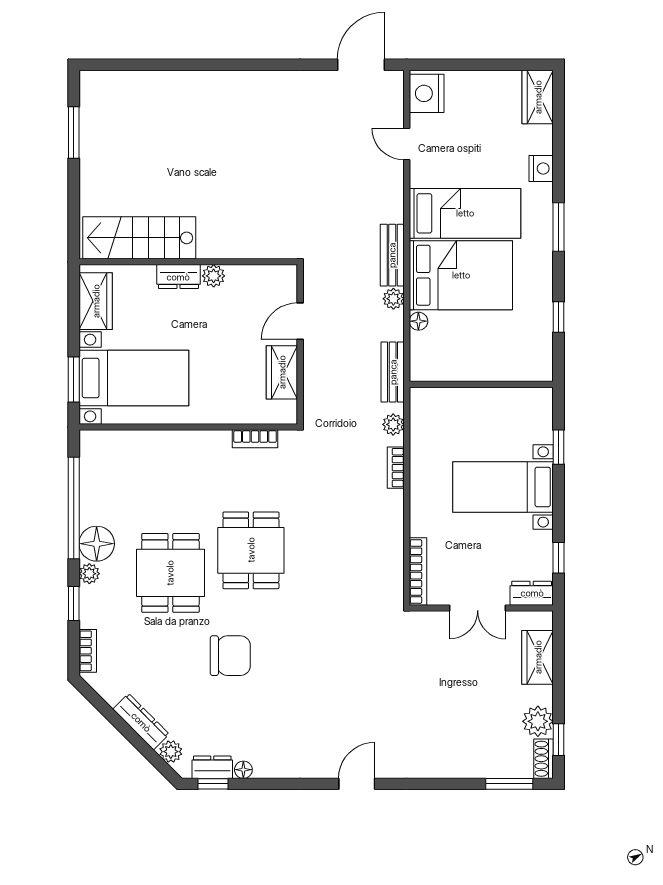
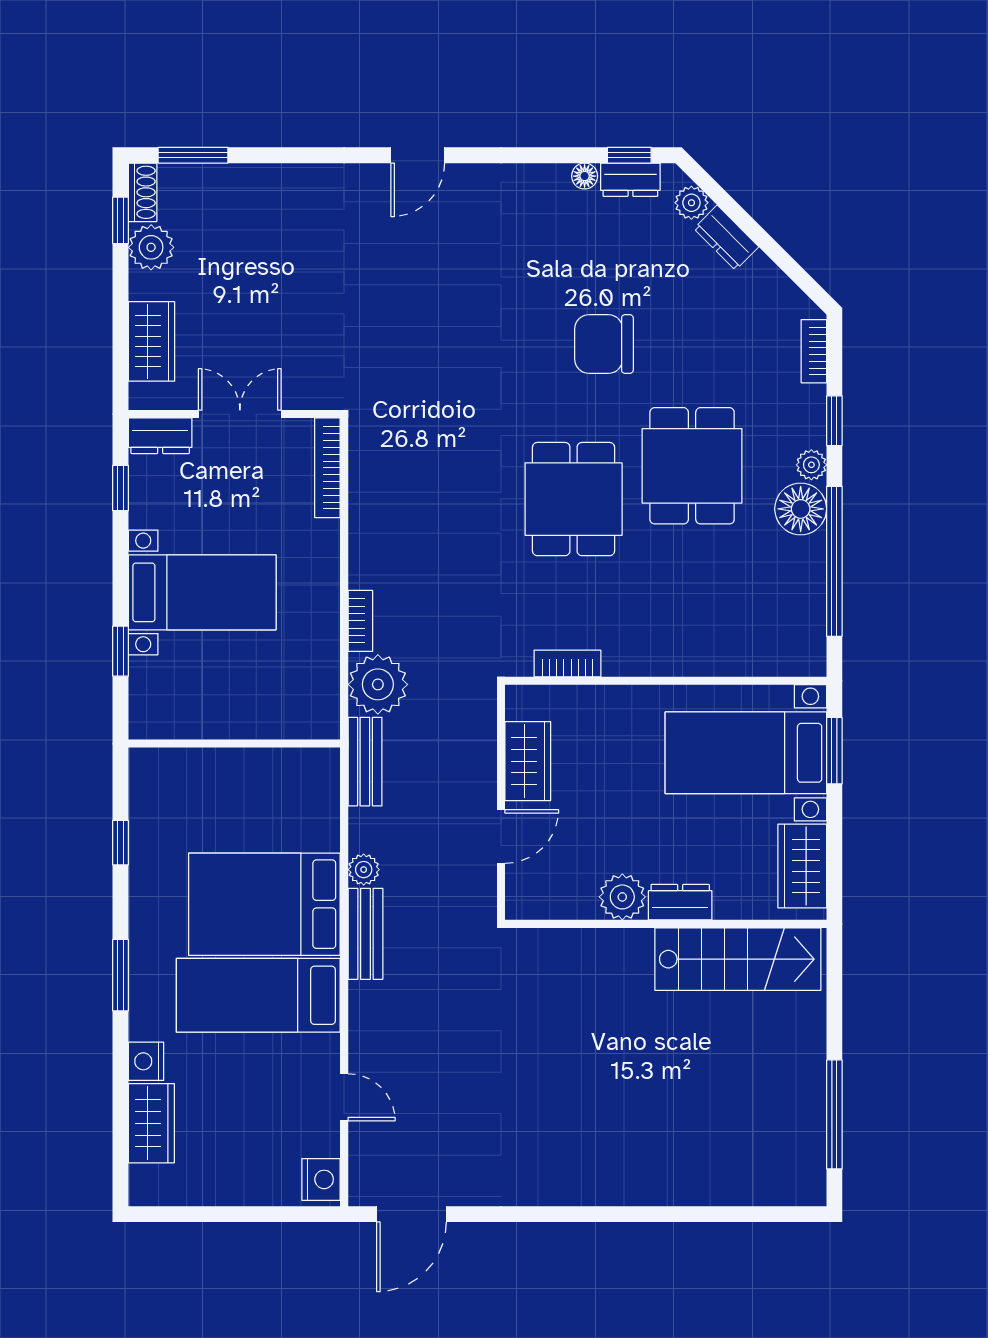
nightstand: (427, 93) -> (321, 1179), width x0.74, depth x0.75
wardrobe: (538, 97) -> (151, 1123), moved
window: (74, 132) -> (834, 1114), width x1.44
plant: (214, 276) -> (622, 897), width x1.38, depth x1.38
floor lamp: (418, 321) -> (327, 836), removed
plant: (393, 424) -> (378, 684), width x1.88, depth x1.88
dresser: (141, 722) -> (726, 238), width x0.70

